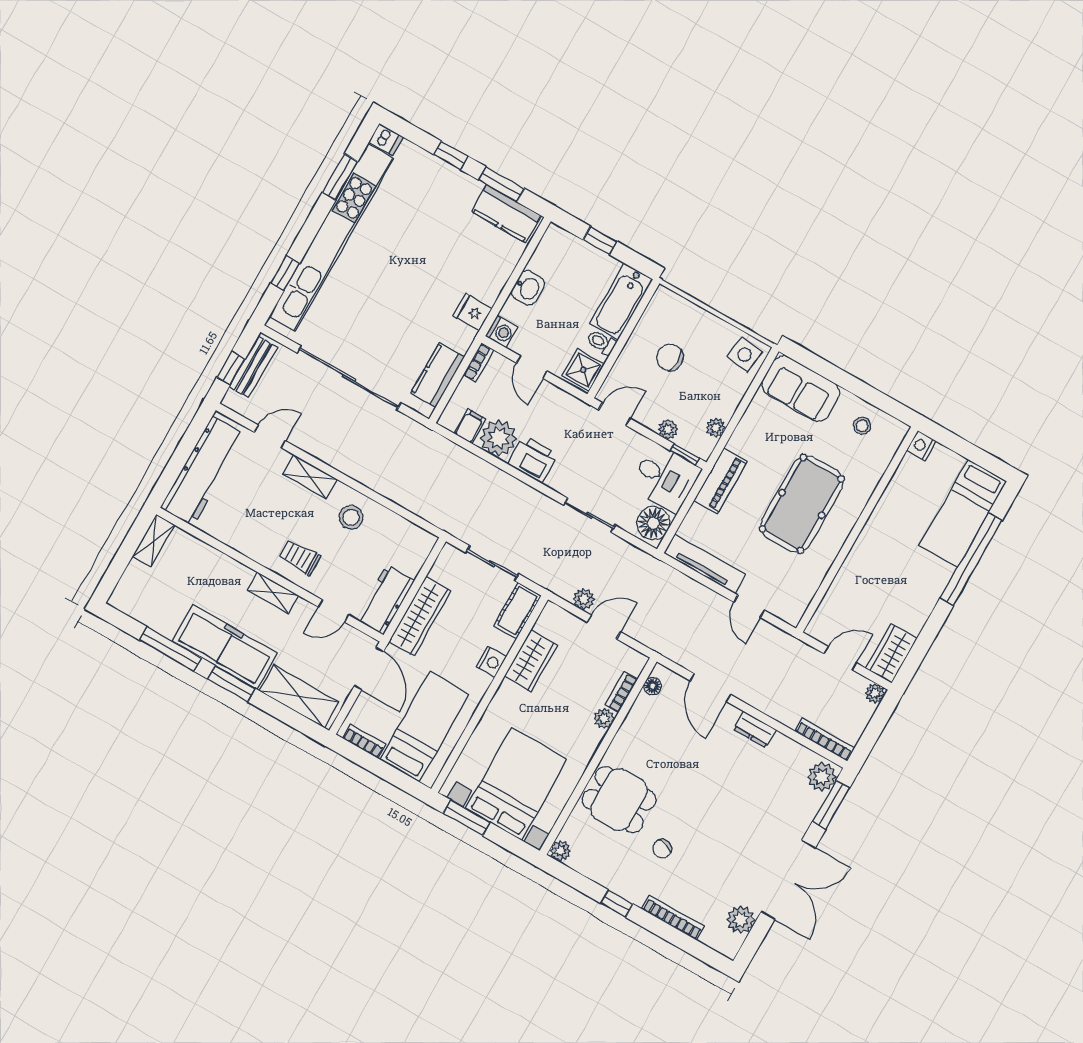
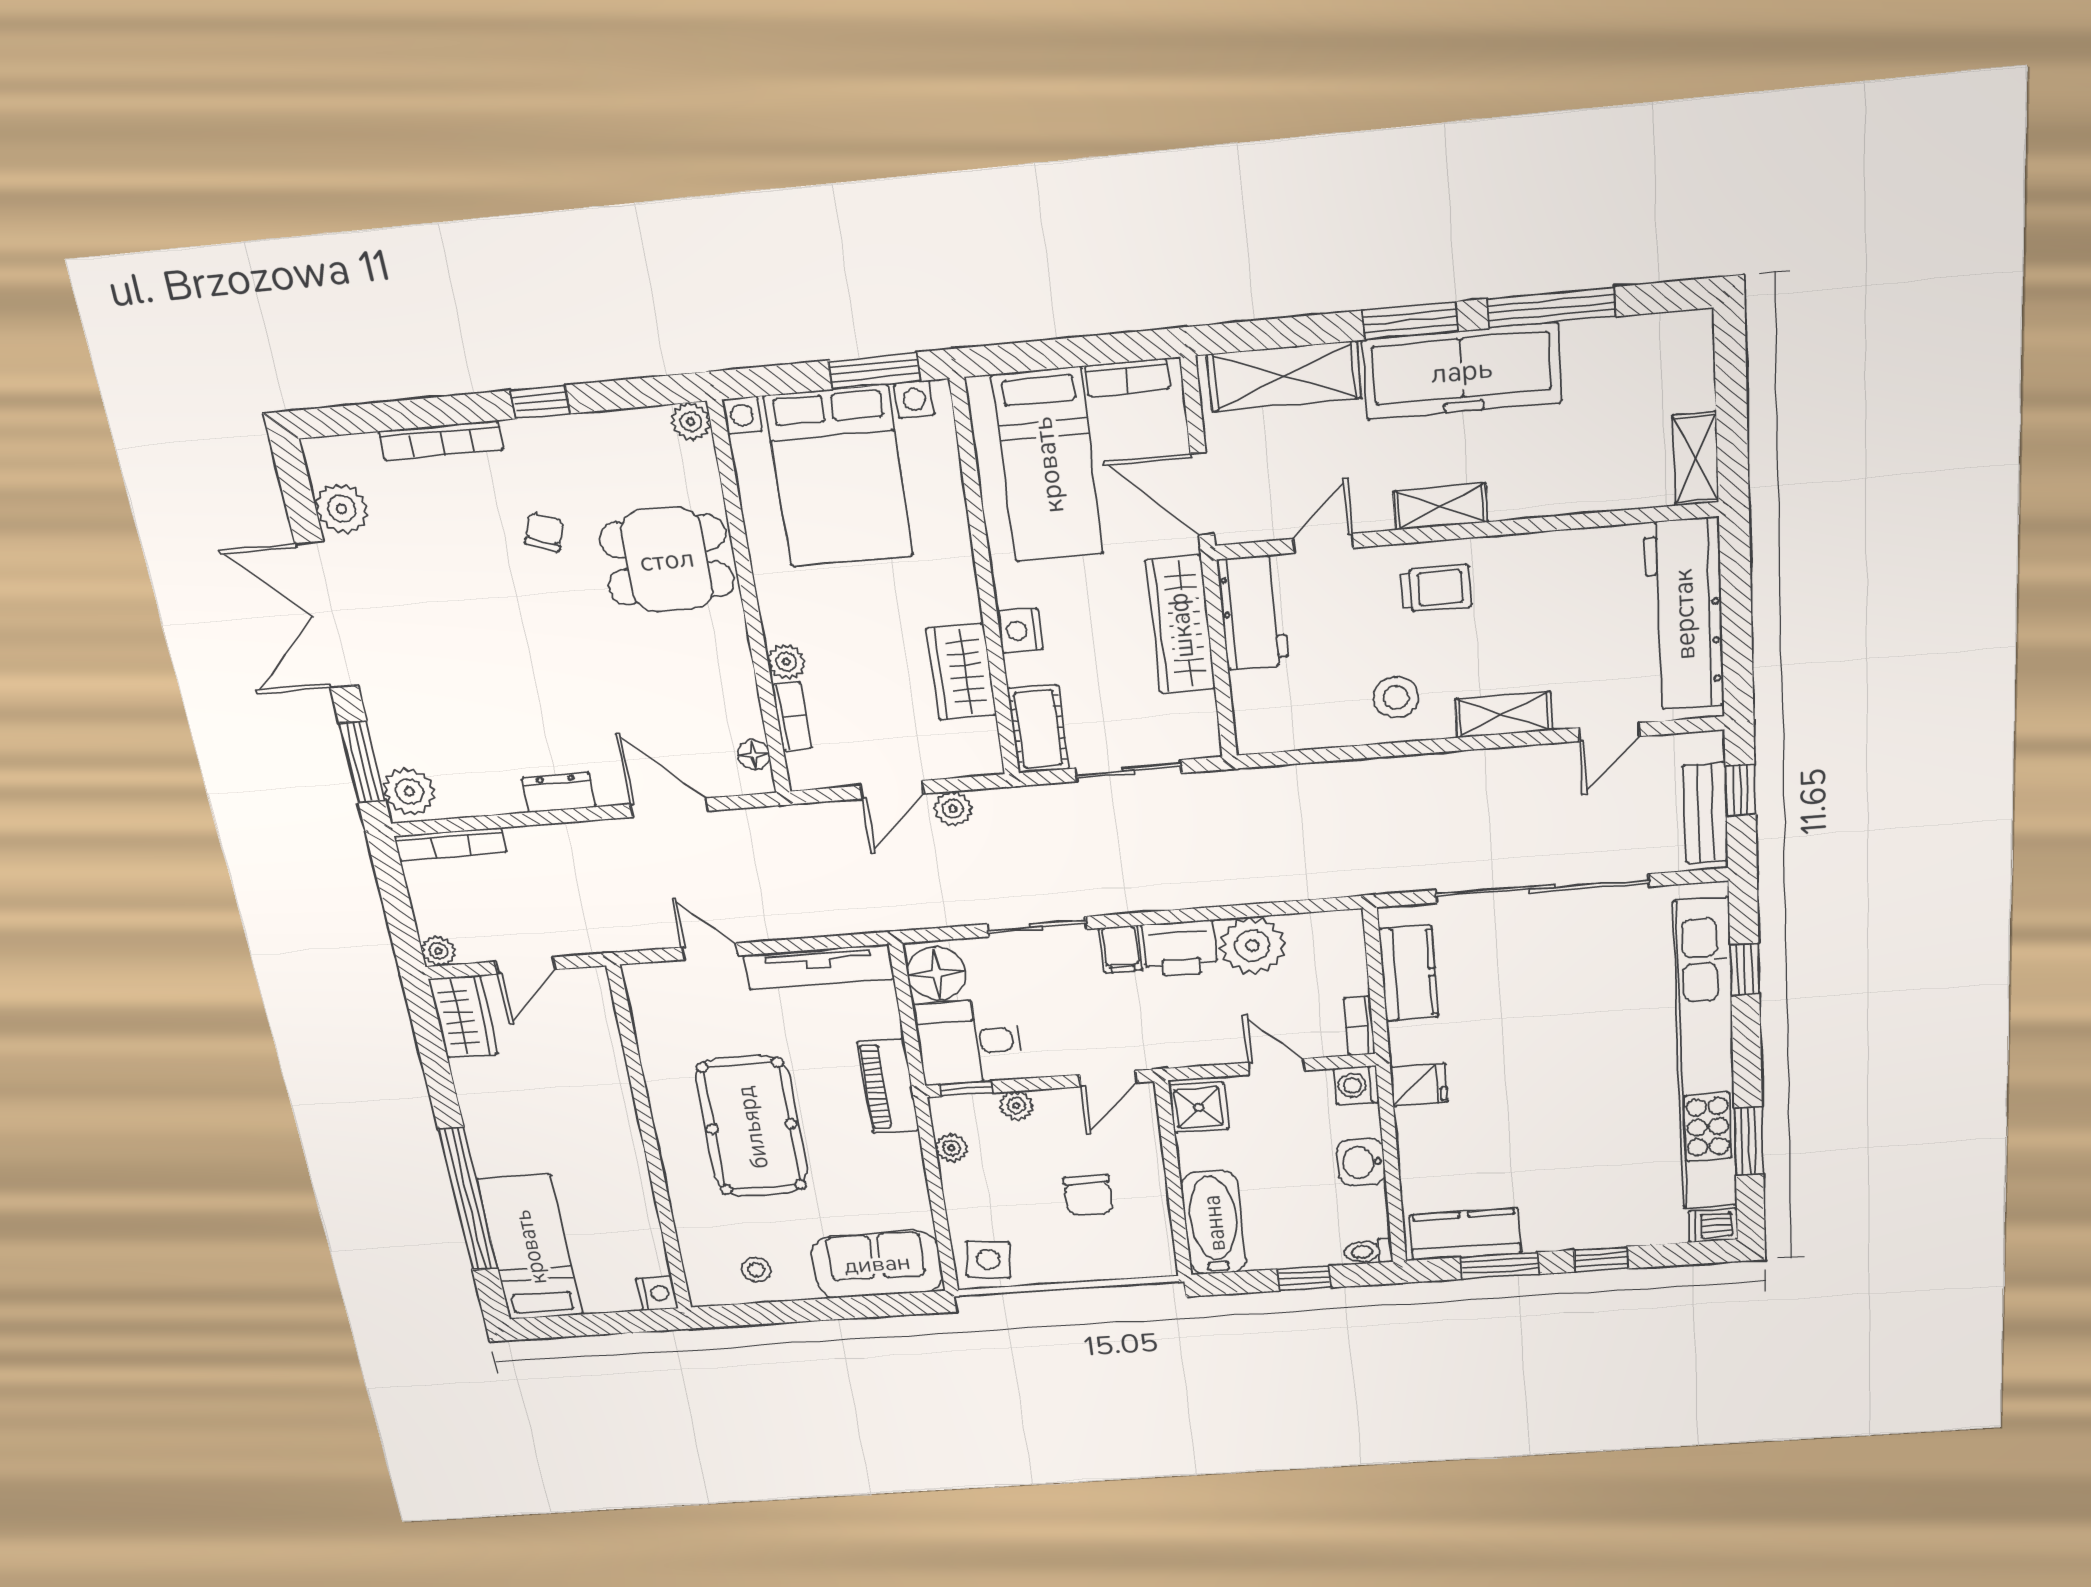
toilet: (601, 342) -> (1368, 1251), moved, turned 180
chair: (670, 358) -> (1088, 1195), turned 90
filing cabinet: (470, 426) -> (1121, 949), moved

